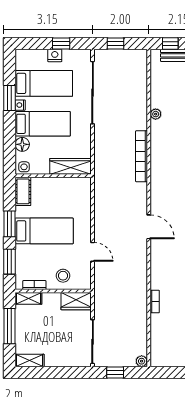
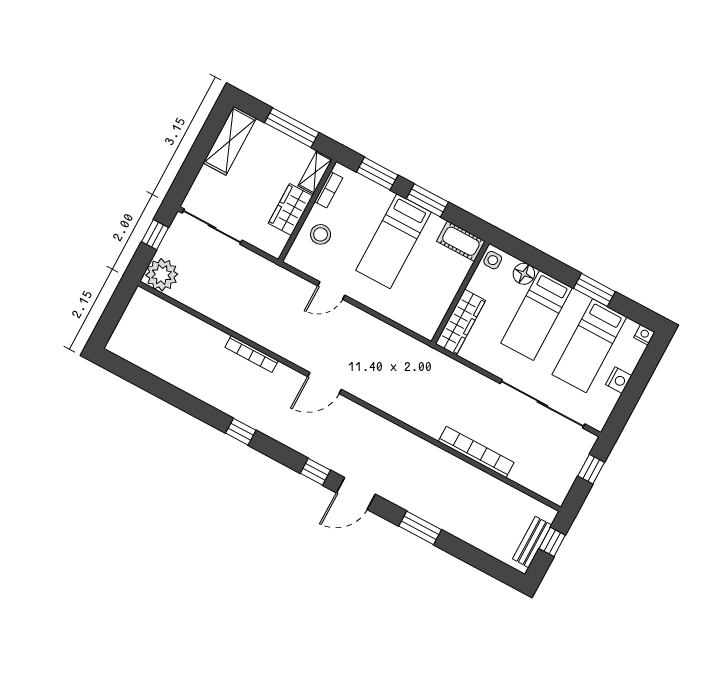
window: (61, 44) -> (630, 397), removed
nightstand: (20, 105) -> (644, 335), moved
plant: (156, 114) -> (469, 472), removed
bookcase: (142, 156) -> (476, 452), moved
wardrobe: (76, 301) -> (290, 210), moved
bookcase: (155, 302) -> (252, 354), moved, width x1.56
shelving: (30, 360) -> (230, 141), width x1.50, depth x1.33
plant: (142, 361) -> (162, 275), width x1.87, depth x1.87

